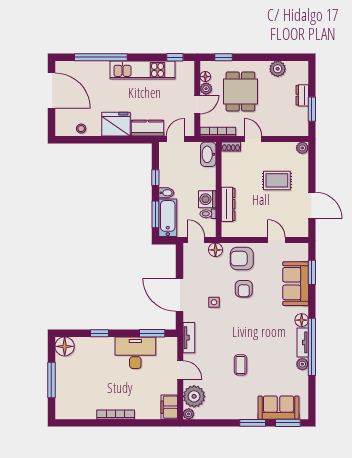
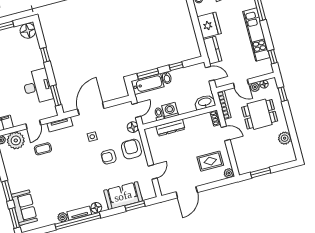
dresser: (302, 95) -> (269, 162), removed
door: (253, 139) -> (226, 133), hinge flipped
rug: (277, 180) -> (210, 161), moved, turned 90
coffee table: (240, 365) -> (43, 149), moved

